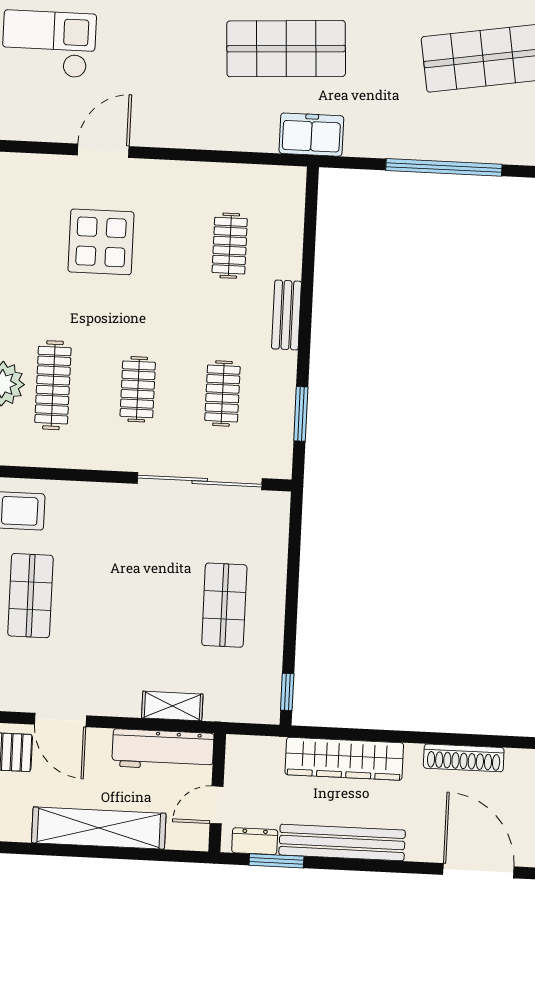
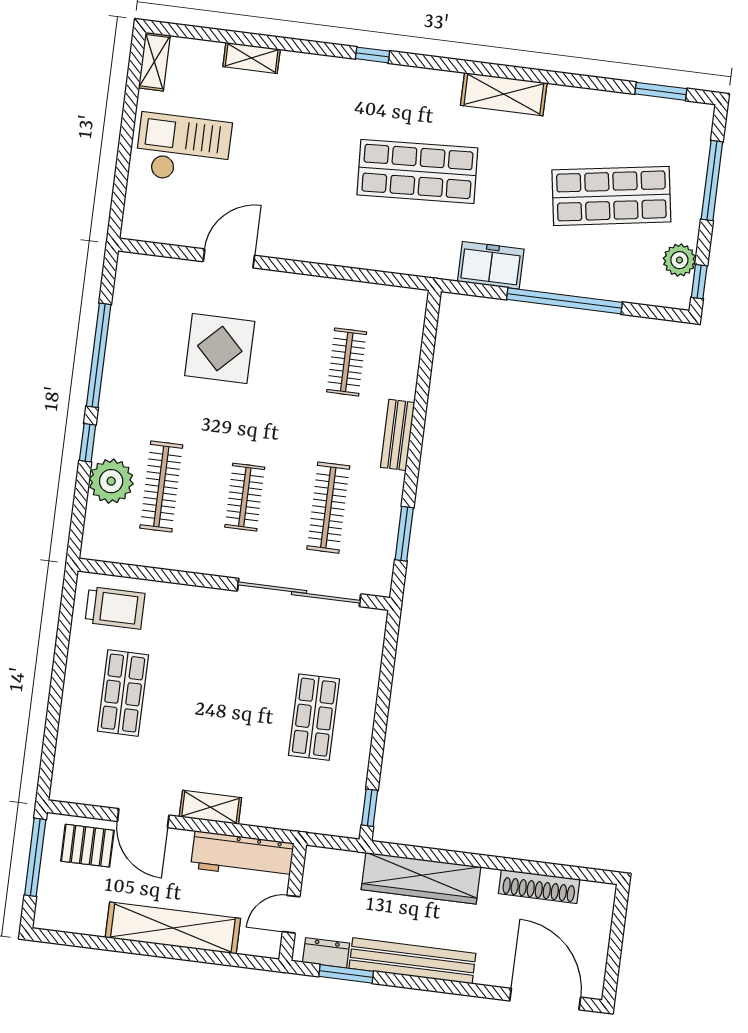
freezer: (311, 135) -> (491, 265), moved
clothes rail: (222, 393) -> (328, 508), width x1.36
shelving: (172, 706) -> (210, 807), moved

